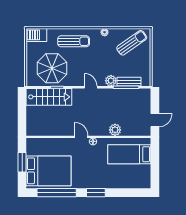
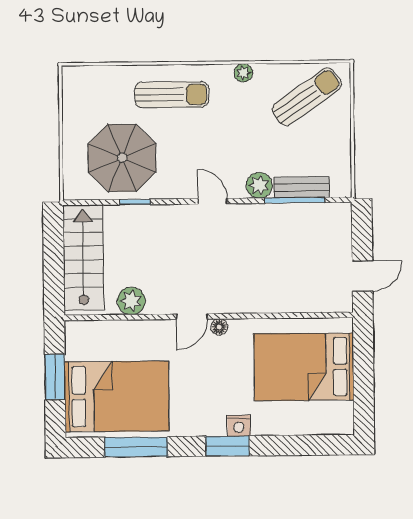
barbecue: (36, 35) -> (85, 81), removed
stairs: (49, 97) -> (83, 258), moved, turned -90
plant: (115, 130) -> (131, 301), moved
door: (81, 137) -> (192, 317), swing flipped
bed: (129, 154) -> (304, 367), width x1.50
nightstand: (101, 184) -> (239, 426), added
window: (57, 193) -> (136, 447), width x0.68

